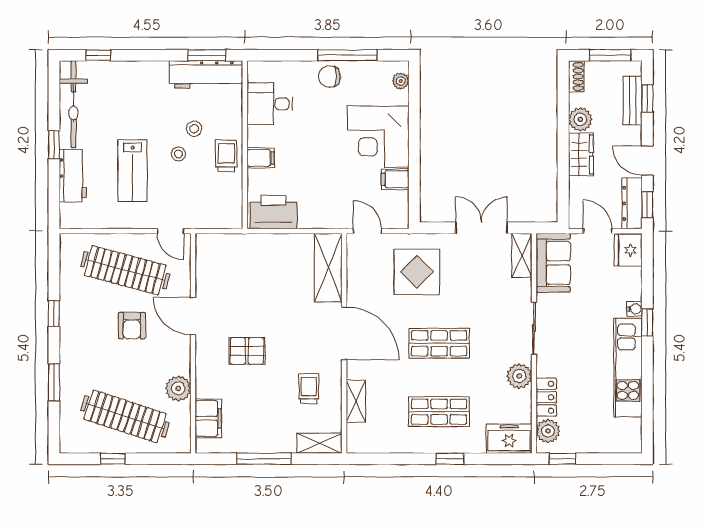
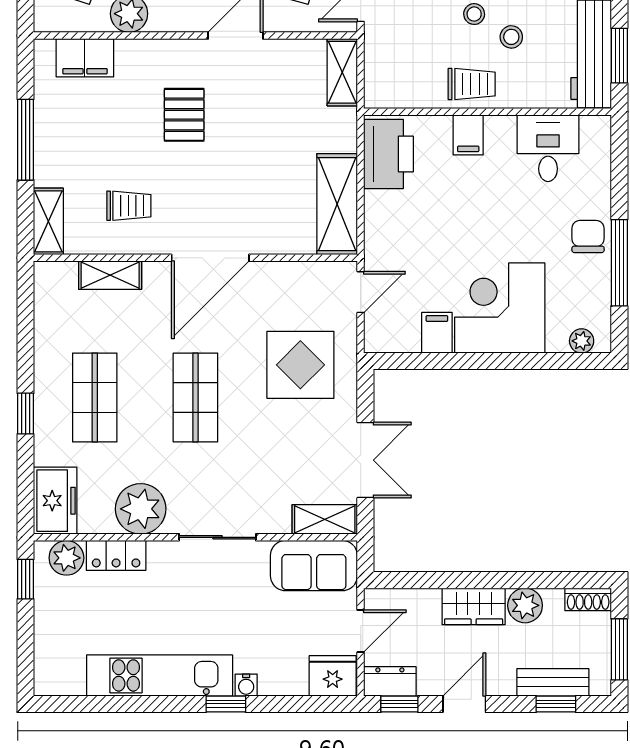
dresser: (632, 203) -> (390, 681), width x0.70
shelving: (218, 244) -> (342, 72), added
shelving: (328, 268) -> (337, 204), moved, turned 90
plant: (519, 376) -> (141, 509), width x1.36, depth x1.36

